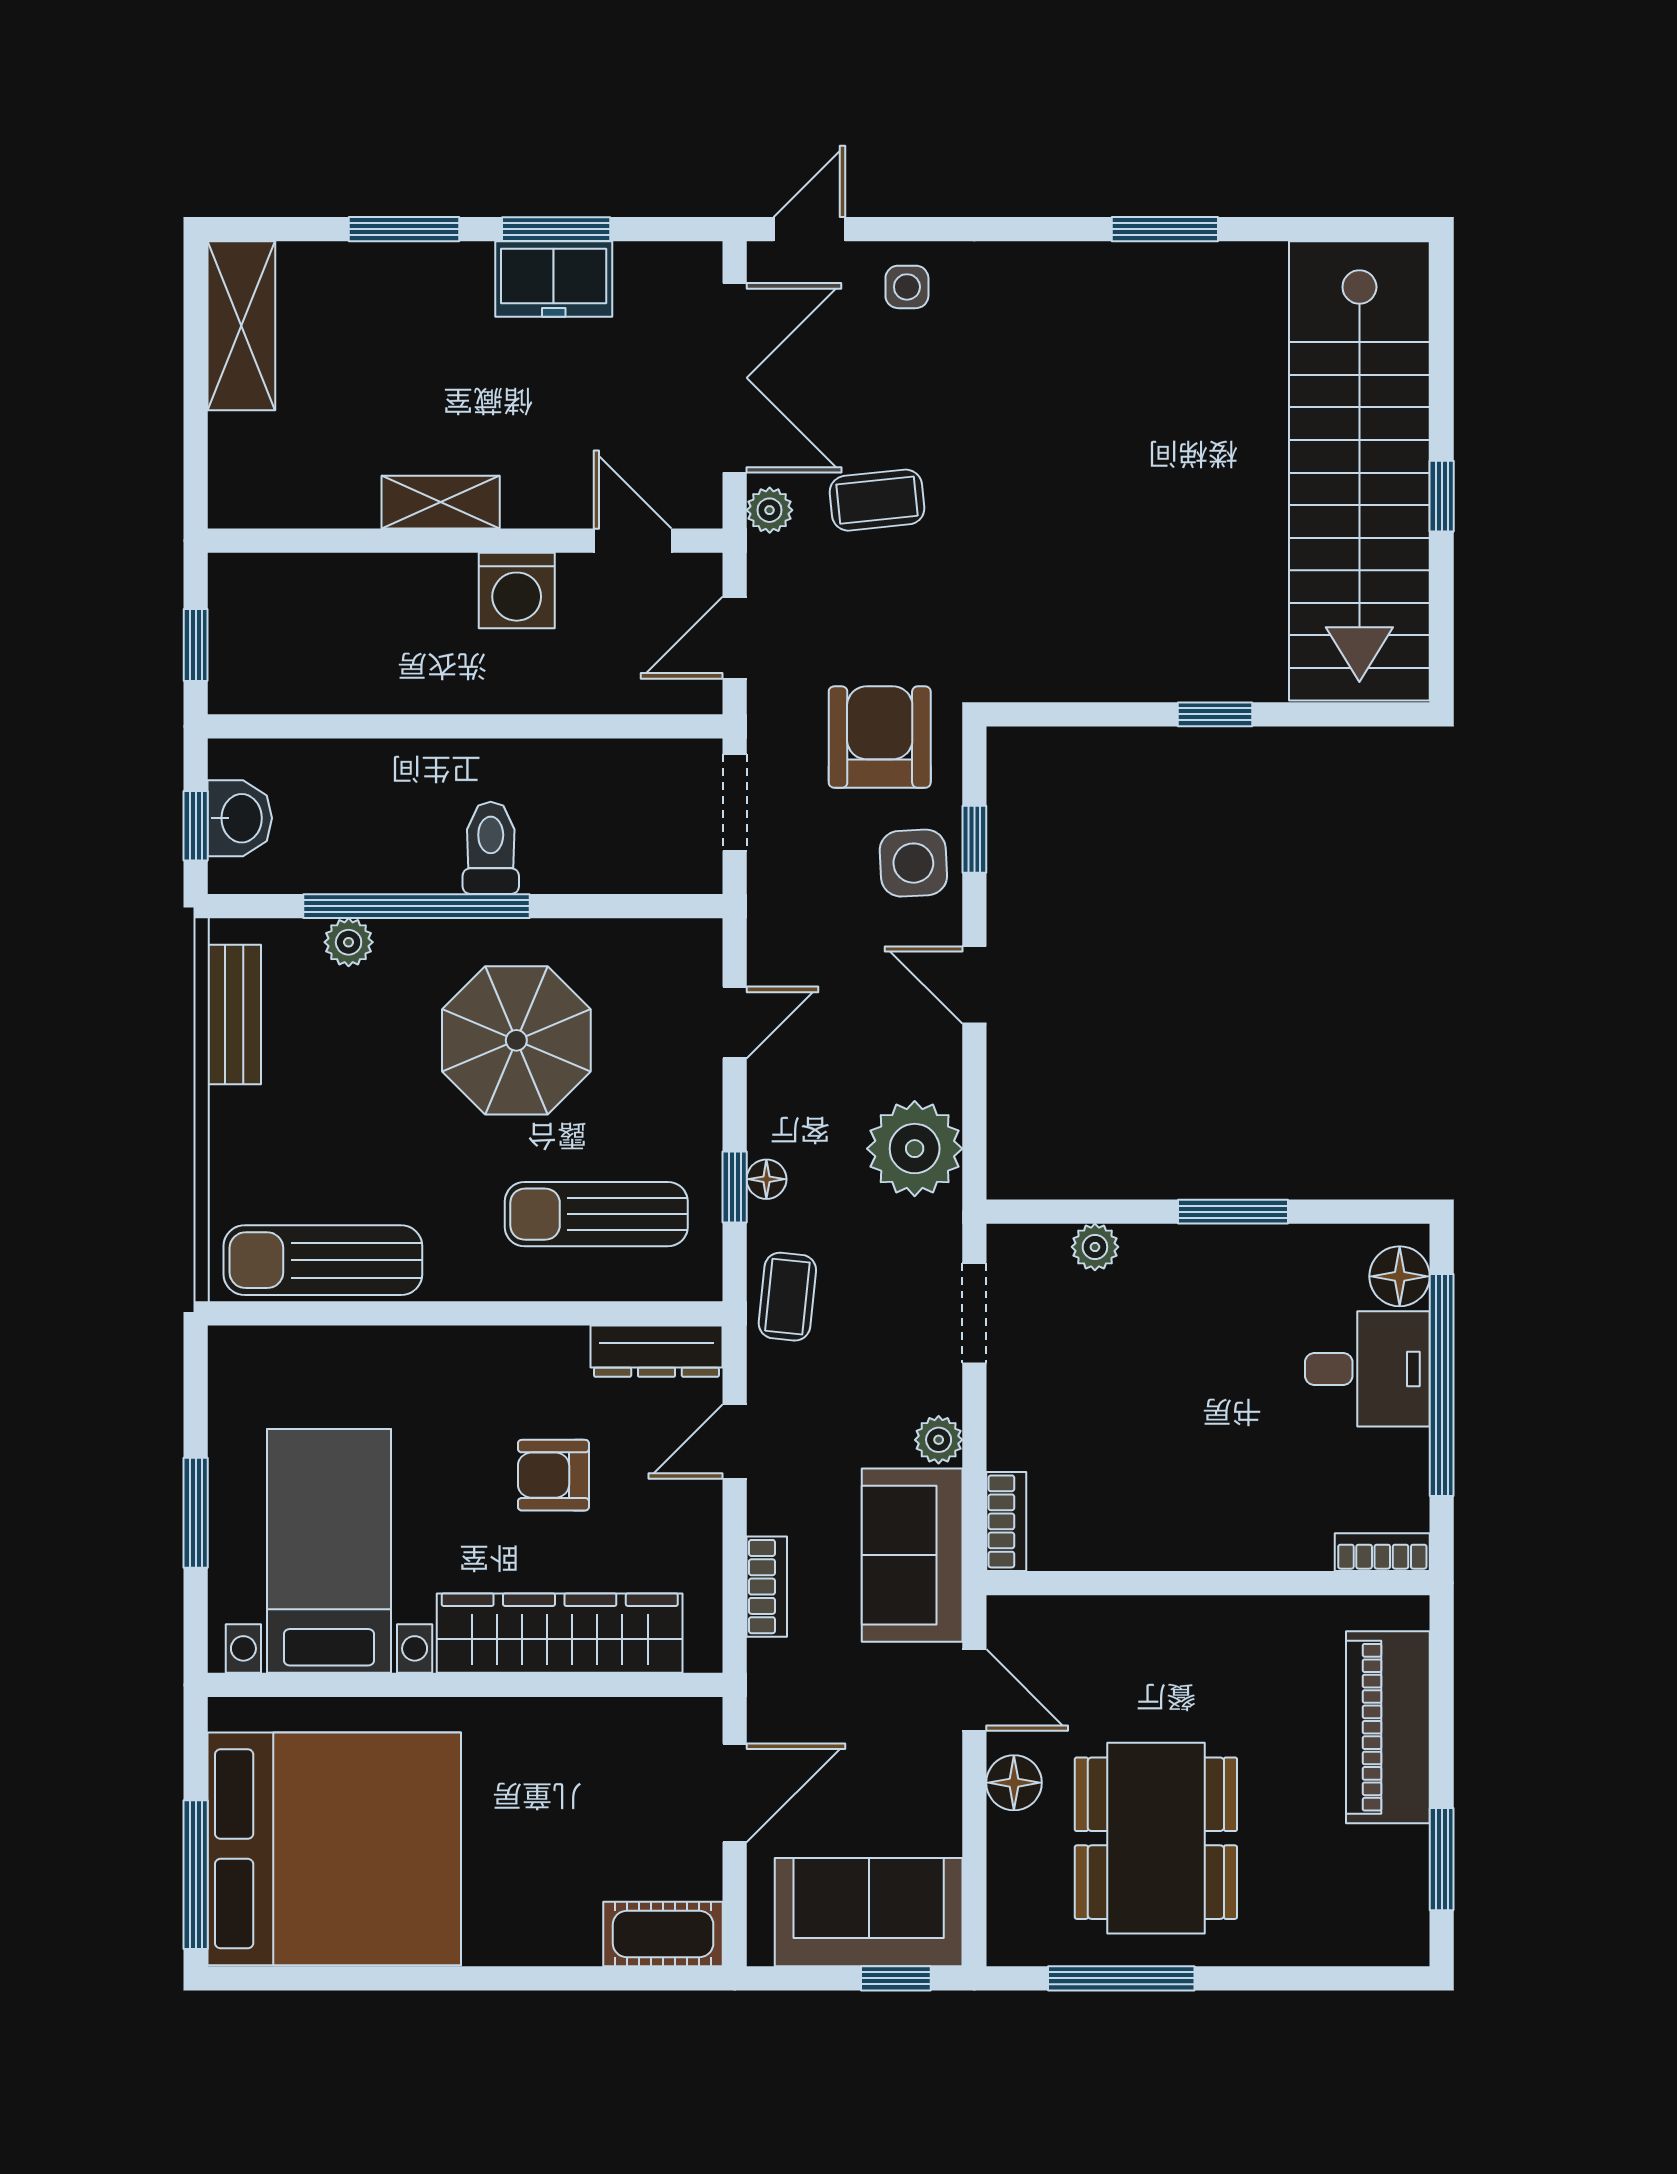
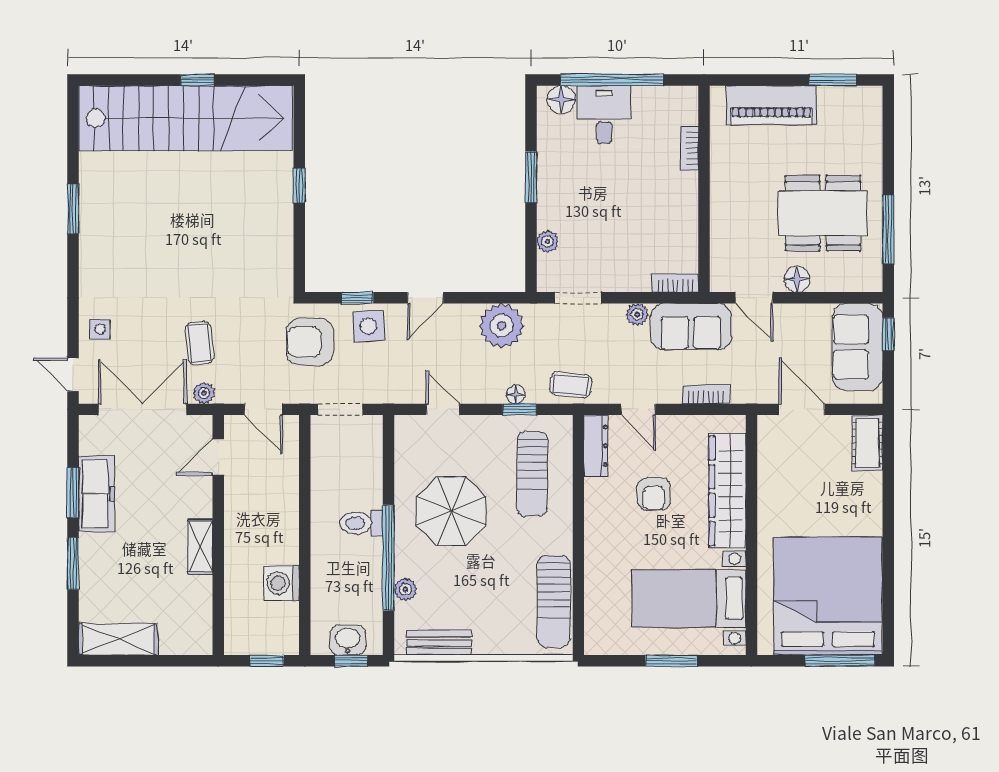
freezer: (554, 279) -> (96, 494), width x1.40
washing machine: (517, 590) -> (282, 583), moved, turned 180
bookcase: (1382, 1552) -> (690, 148), moved
door: (974, 1690) -> (754, 298), swing flipped

